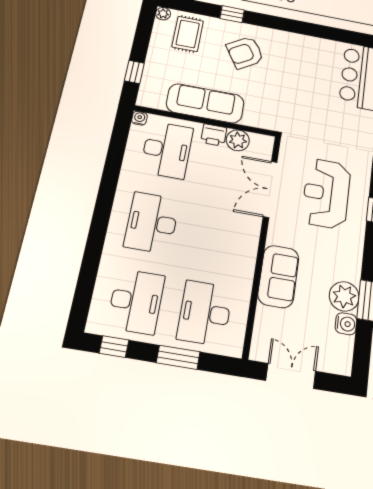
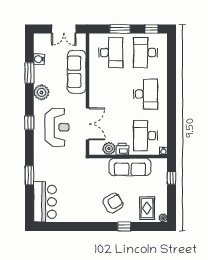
sofa: (278, 276) -> (77, 72), width x1.36
plant: (344, 296) -> (41, 92), moved

